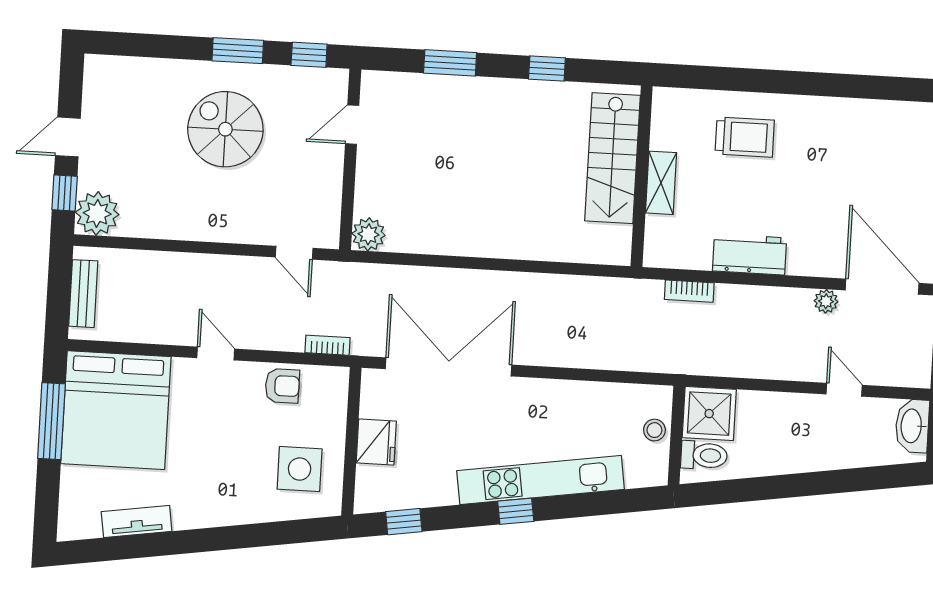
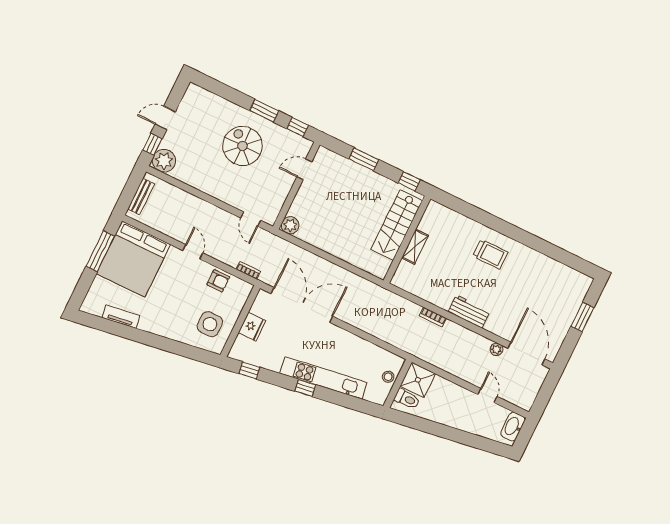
stairs: (613, 158) -> (397, 225), moved
wall: (642, 176) -> (407, 240), moved
shelving: (661, 183) -> (415, 247), moved

